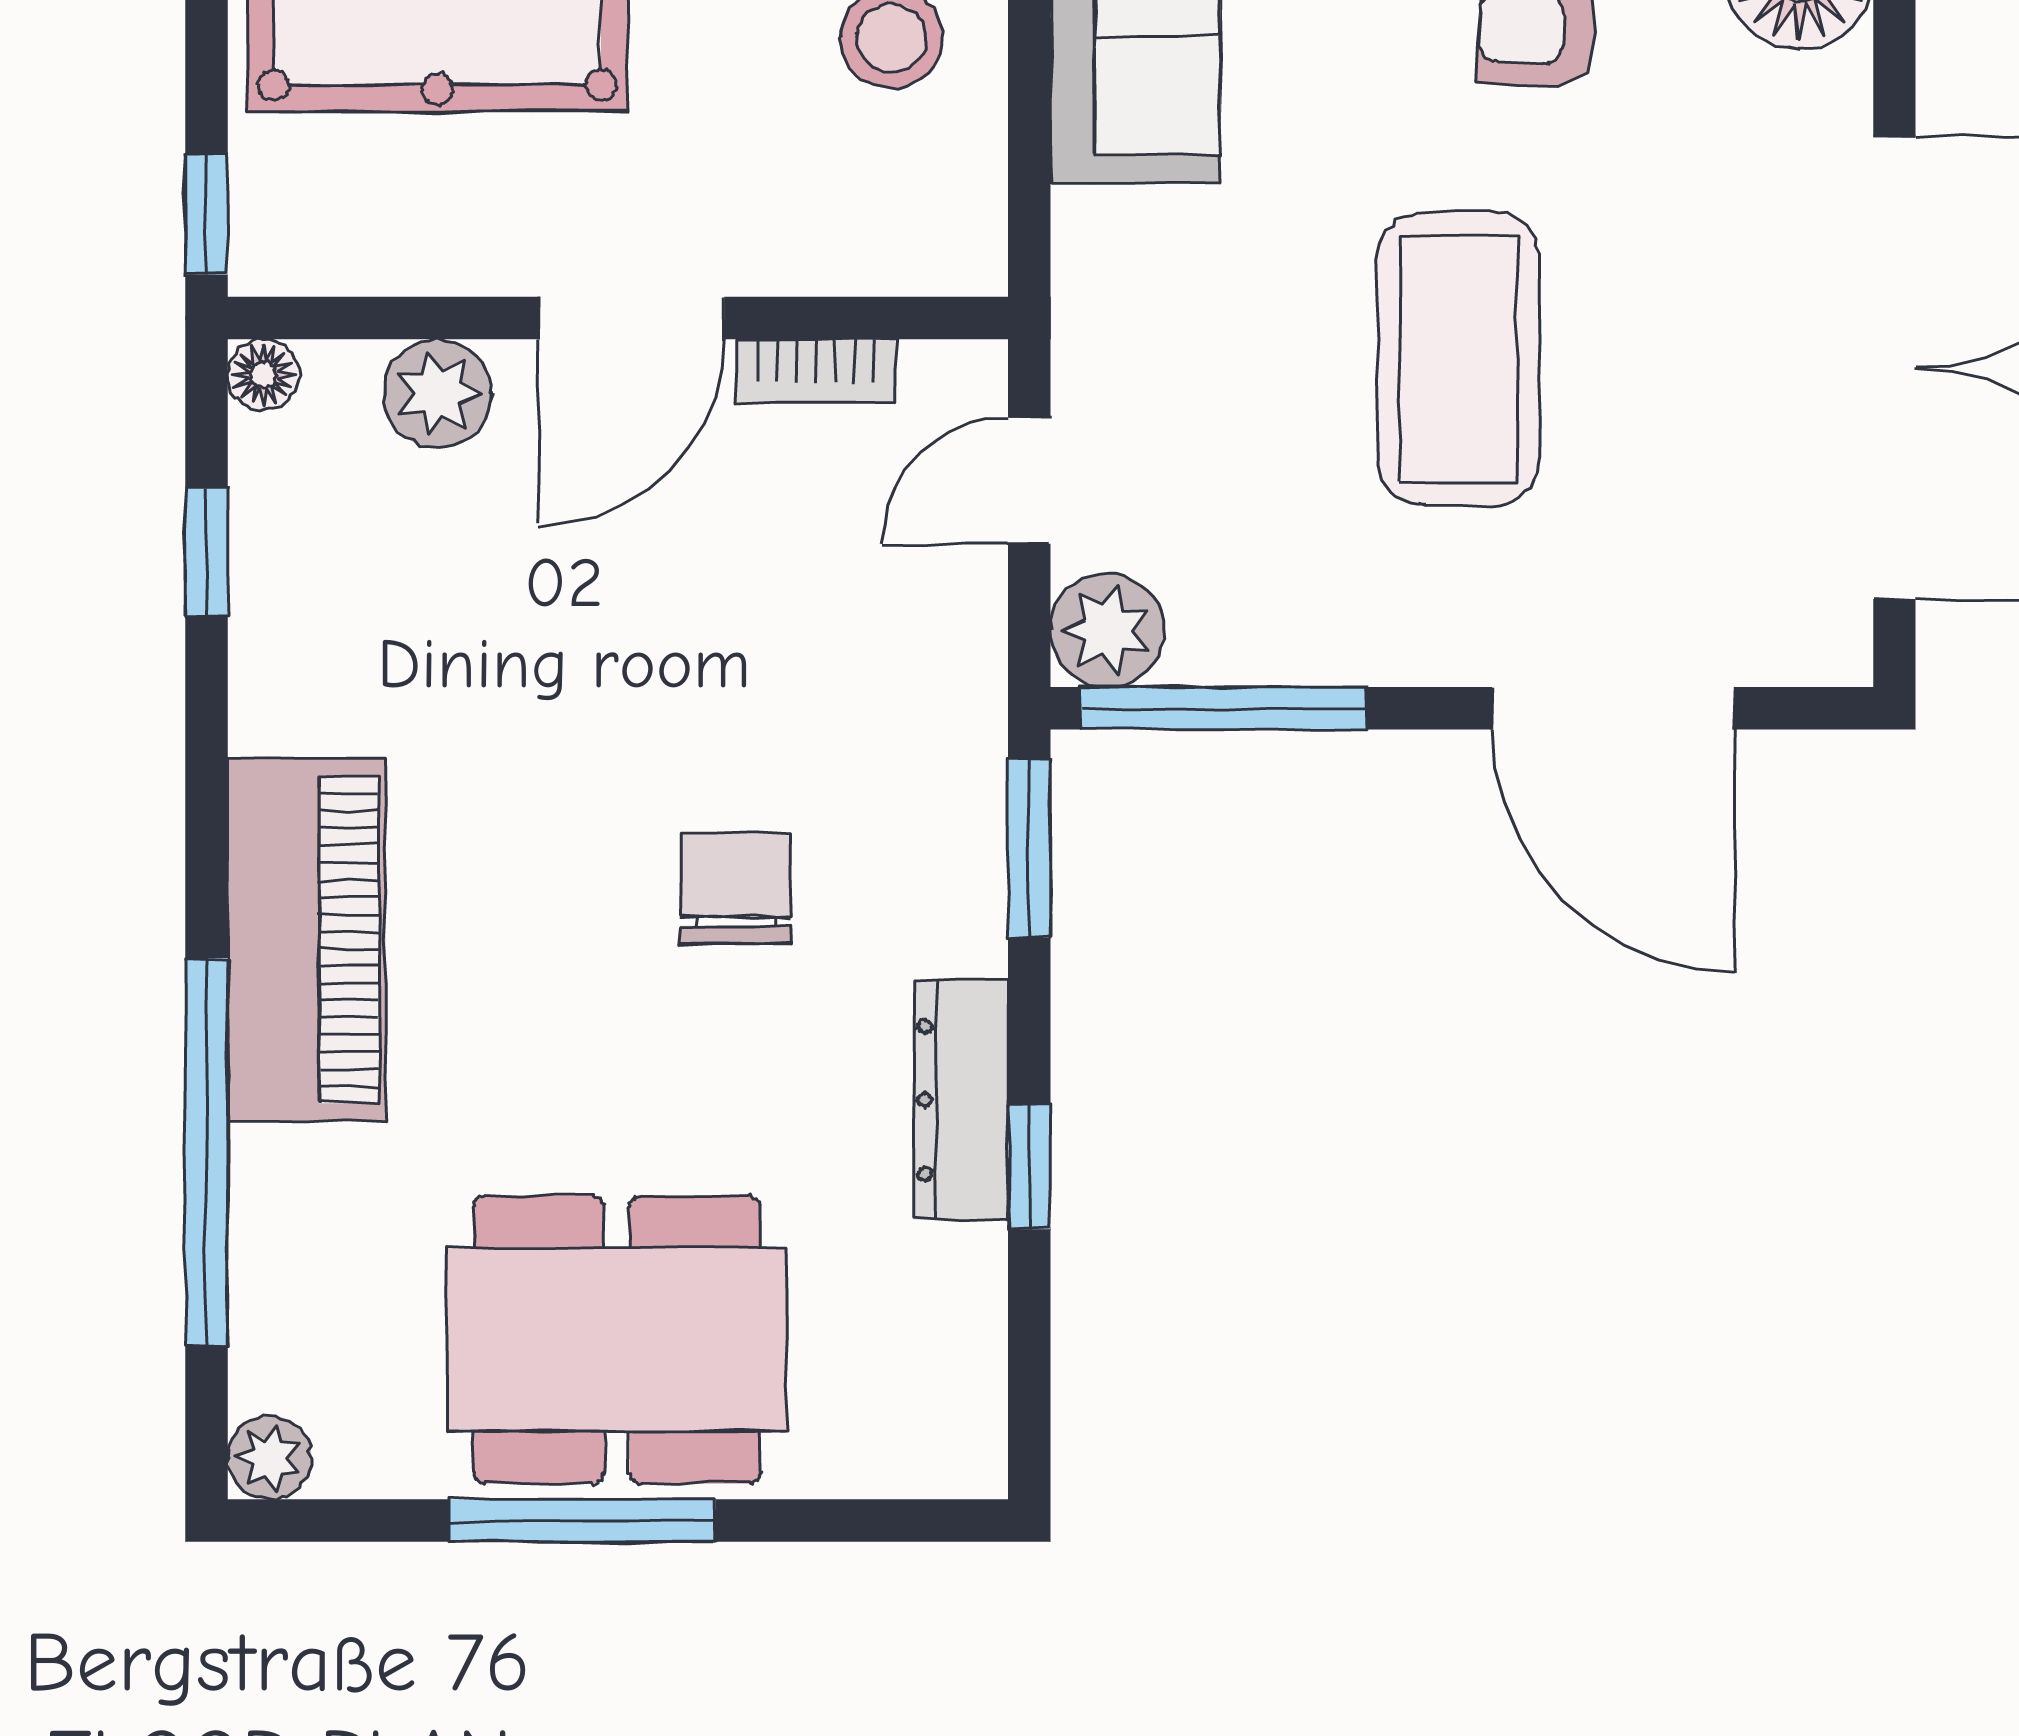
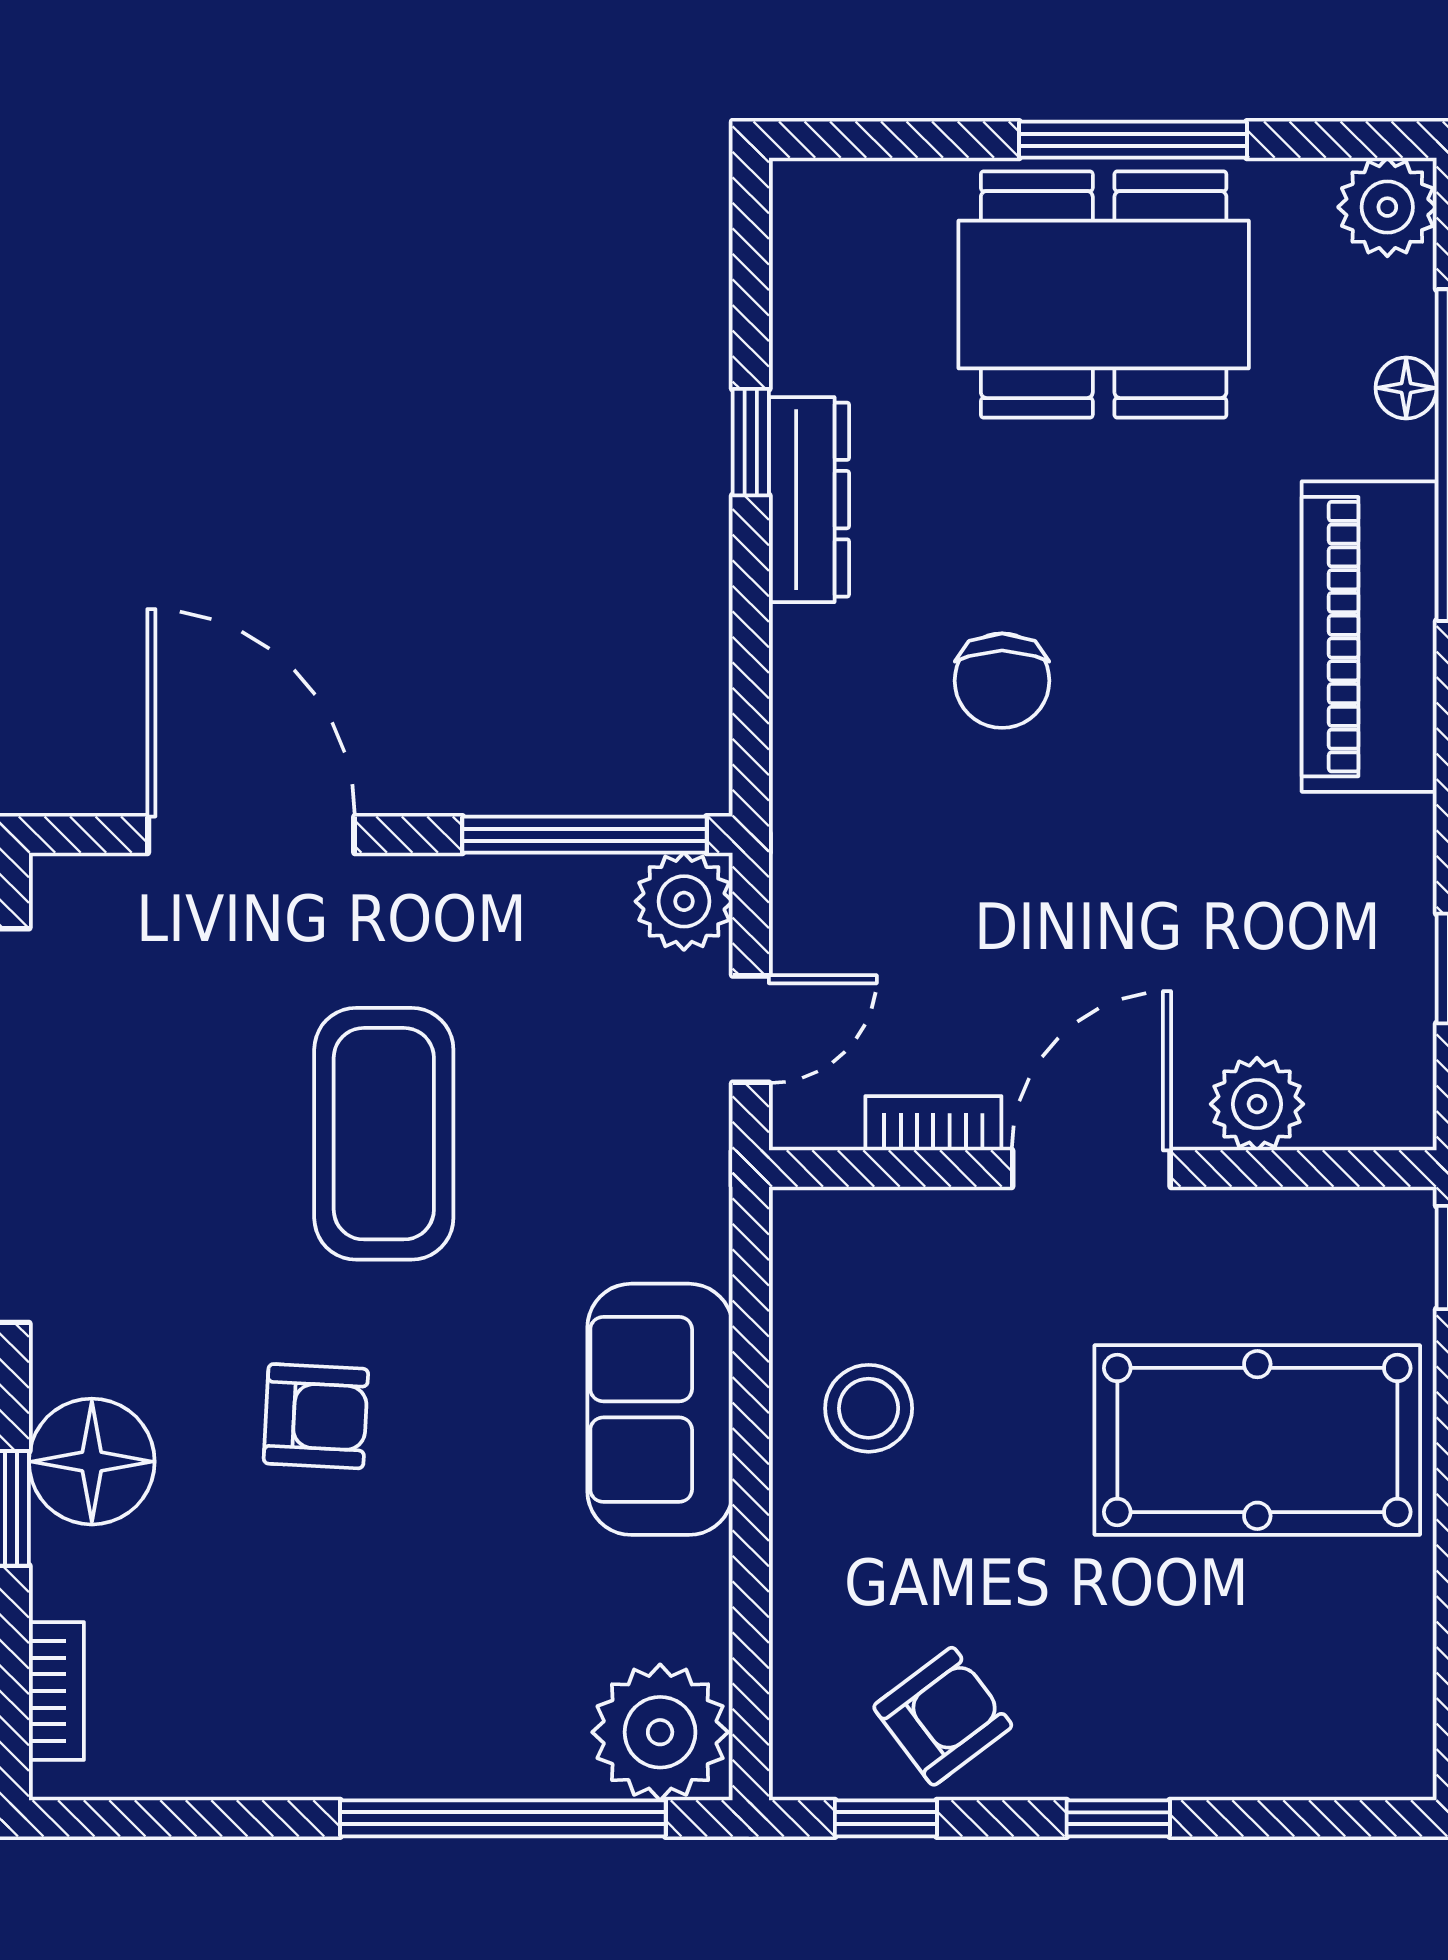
floor lamp: (263, 375) -> (1406, 388), moved
window: (1029, 848) -> (751, 715), removed
plant: (270, 1458) -> (1387, 207), width x1.38, depth x1.38

